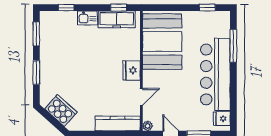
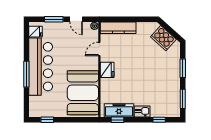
window: (233, 46) -> (26, 74), moved

